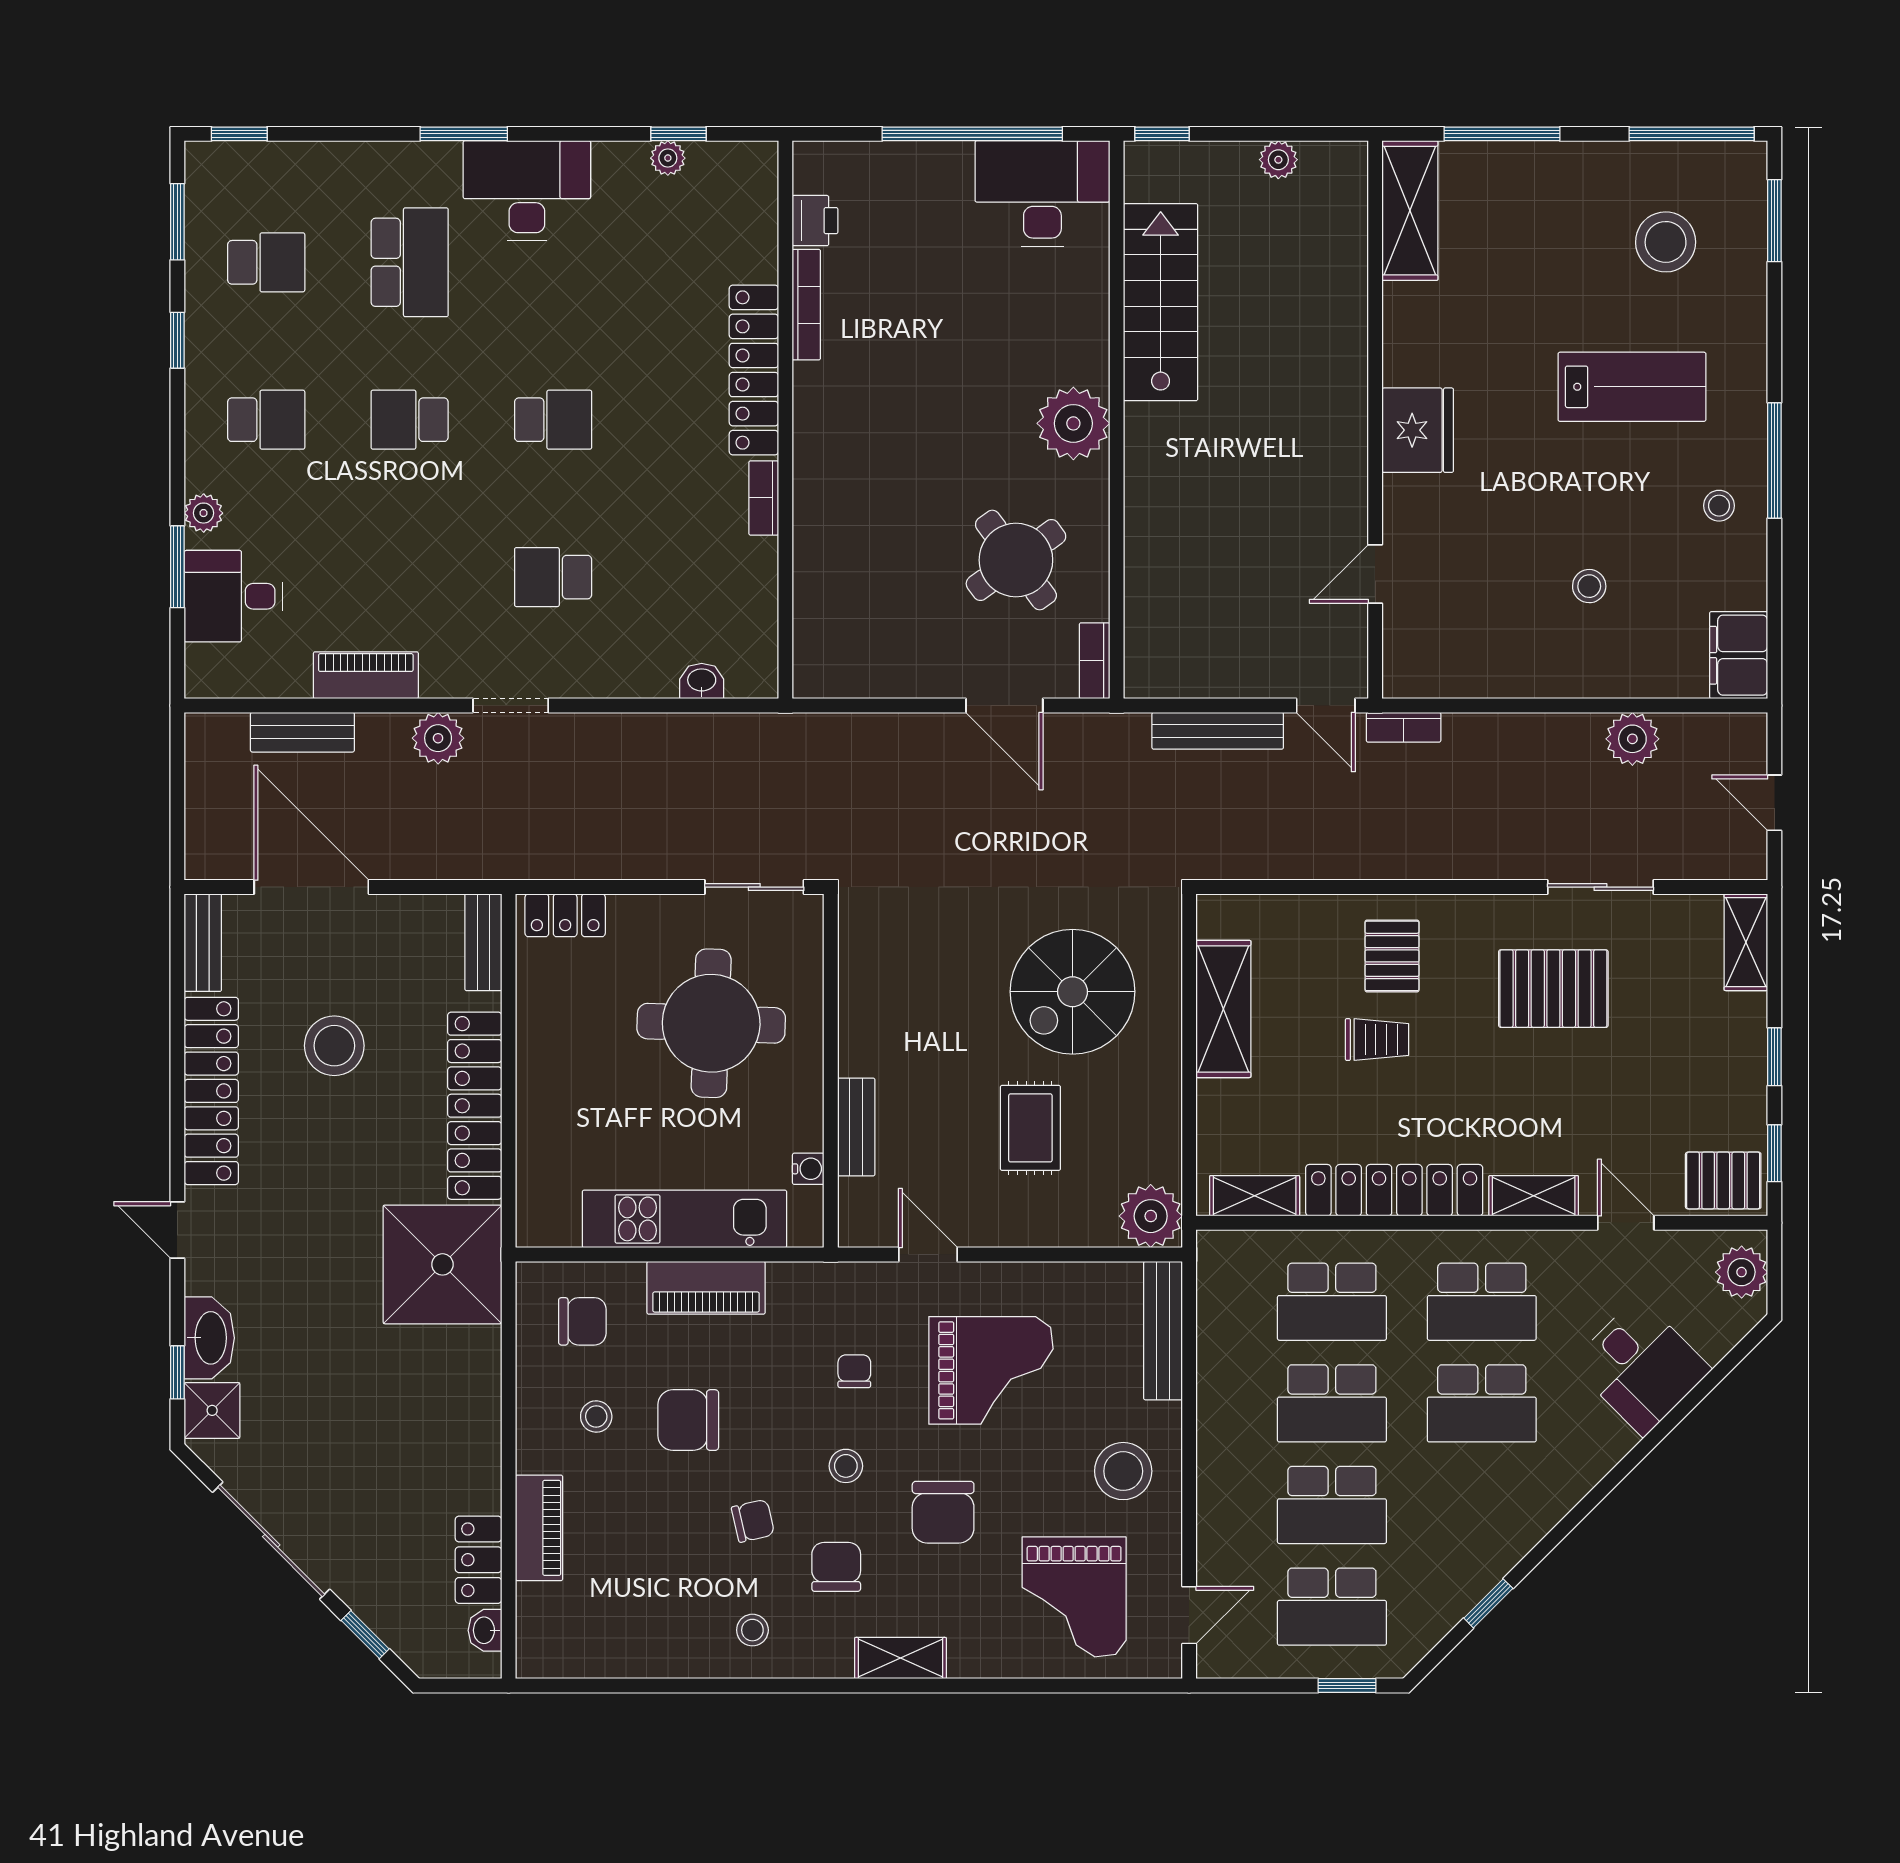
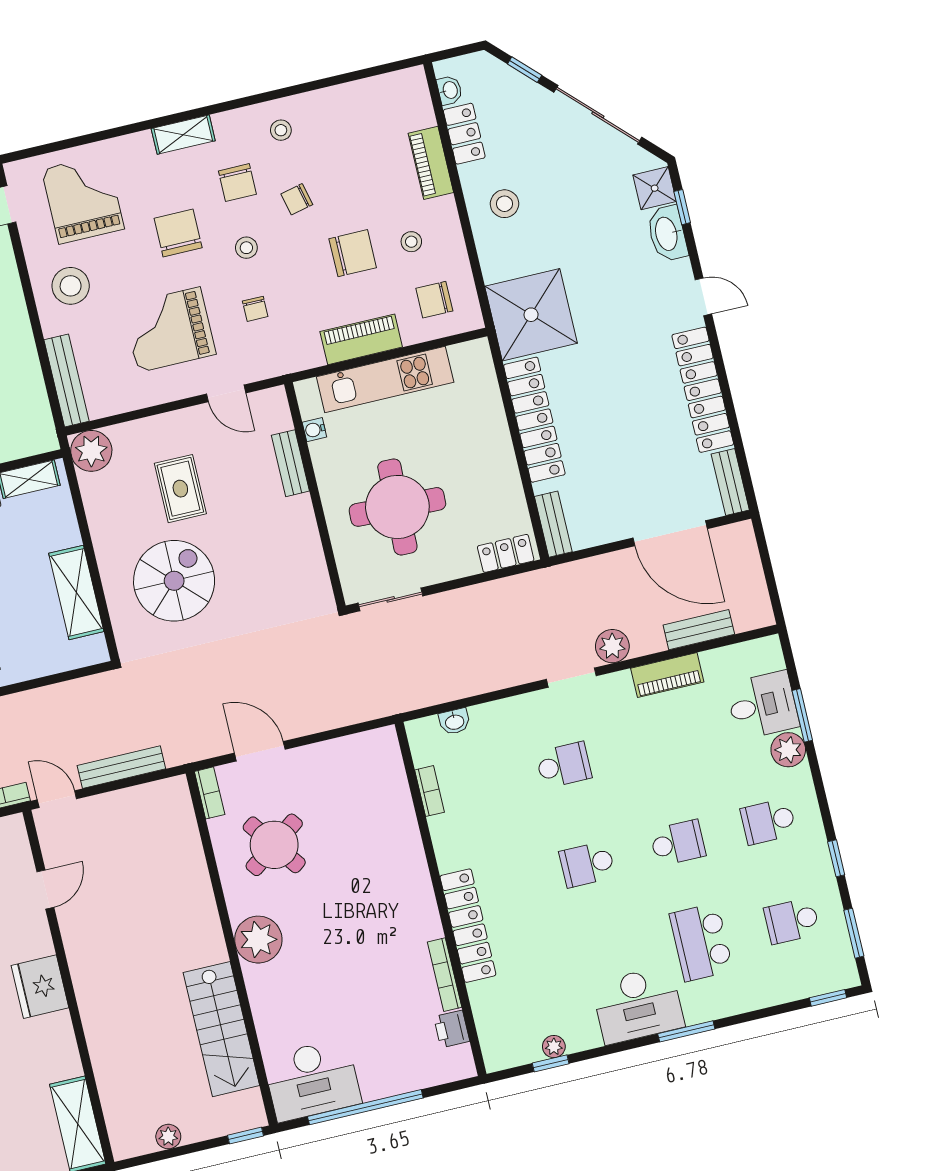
bookcase: (764, 498) -> (430, 791), moved
plant: (204, 513) -> (788, 750), width x1.38, depth x1.38
stool: (334, 1046) -> (504, 204), moved, width x0.73, depth x0.73

